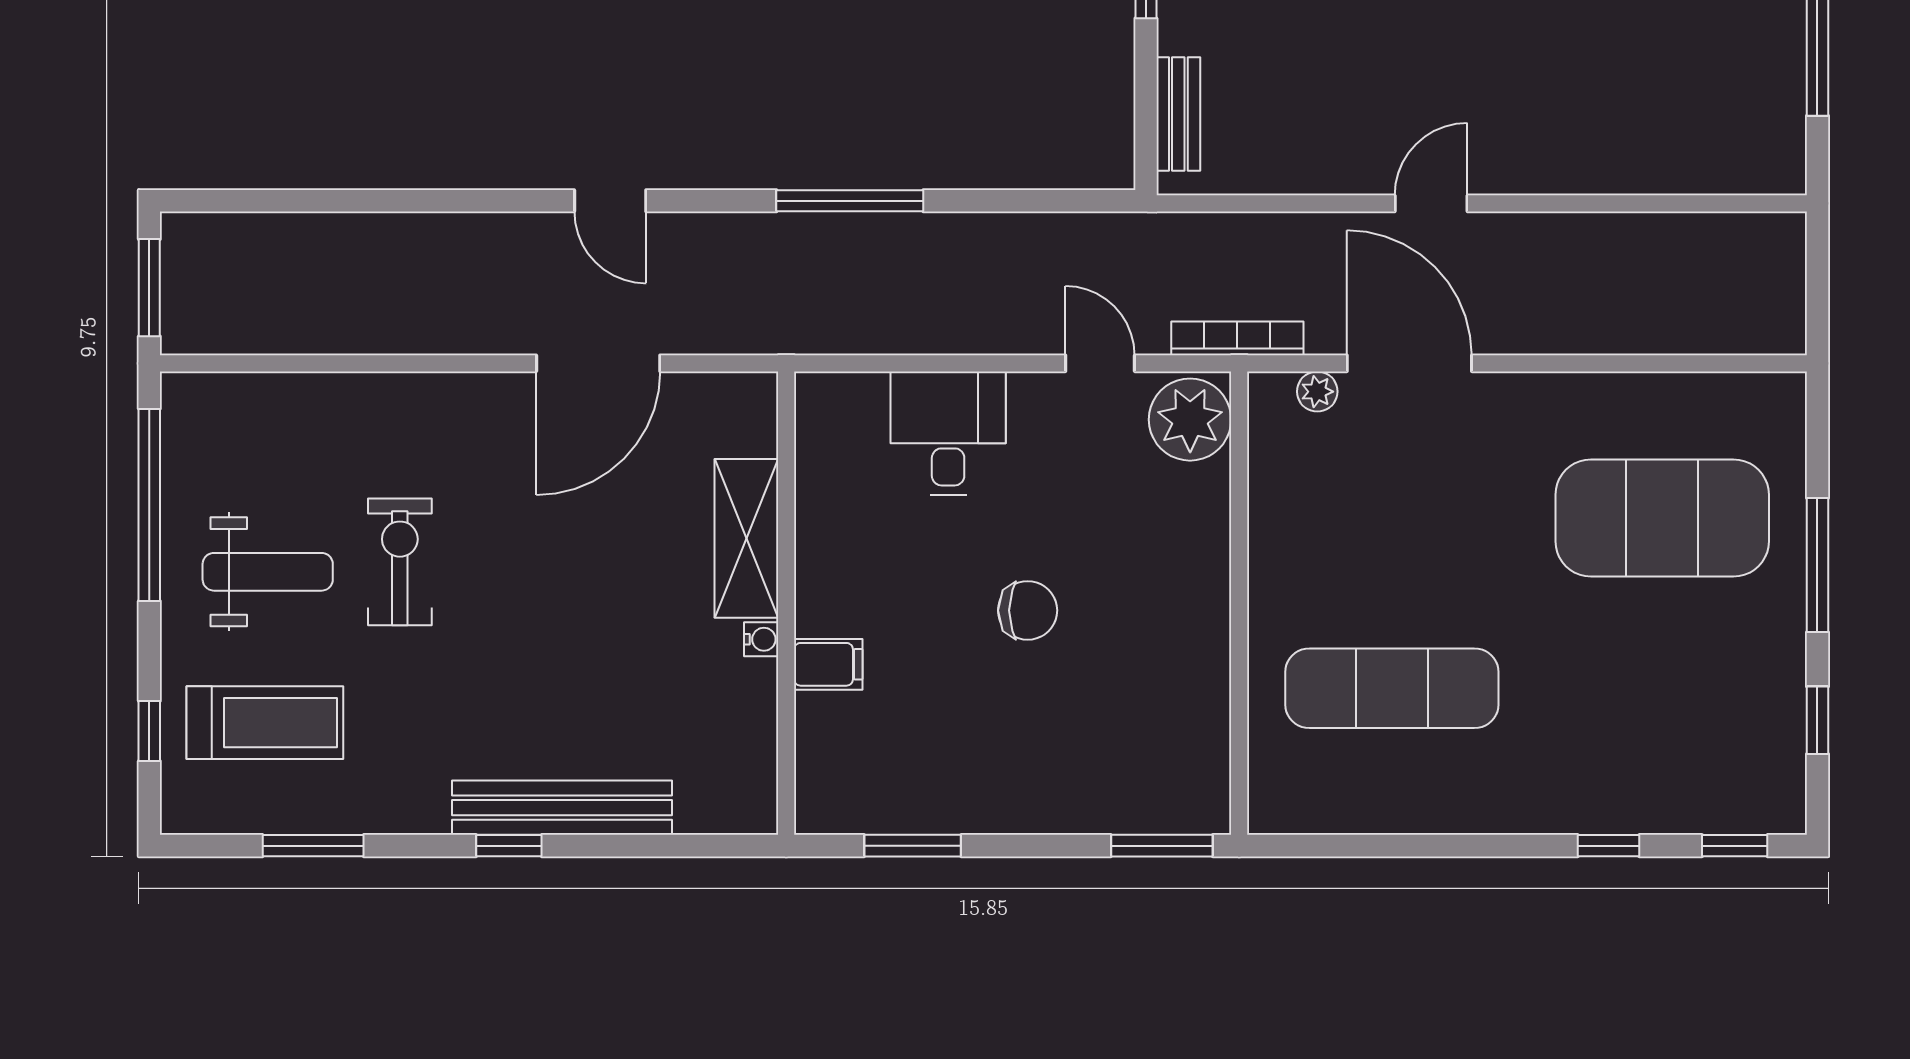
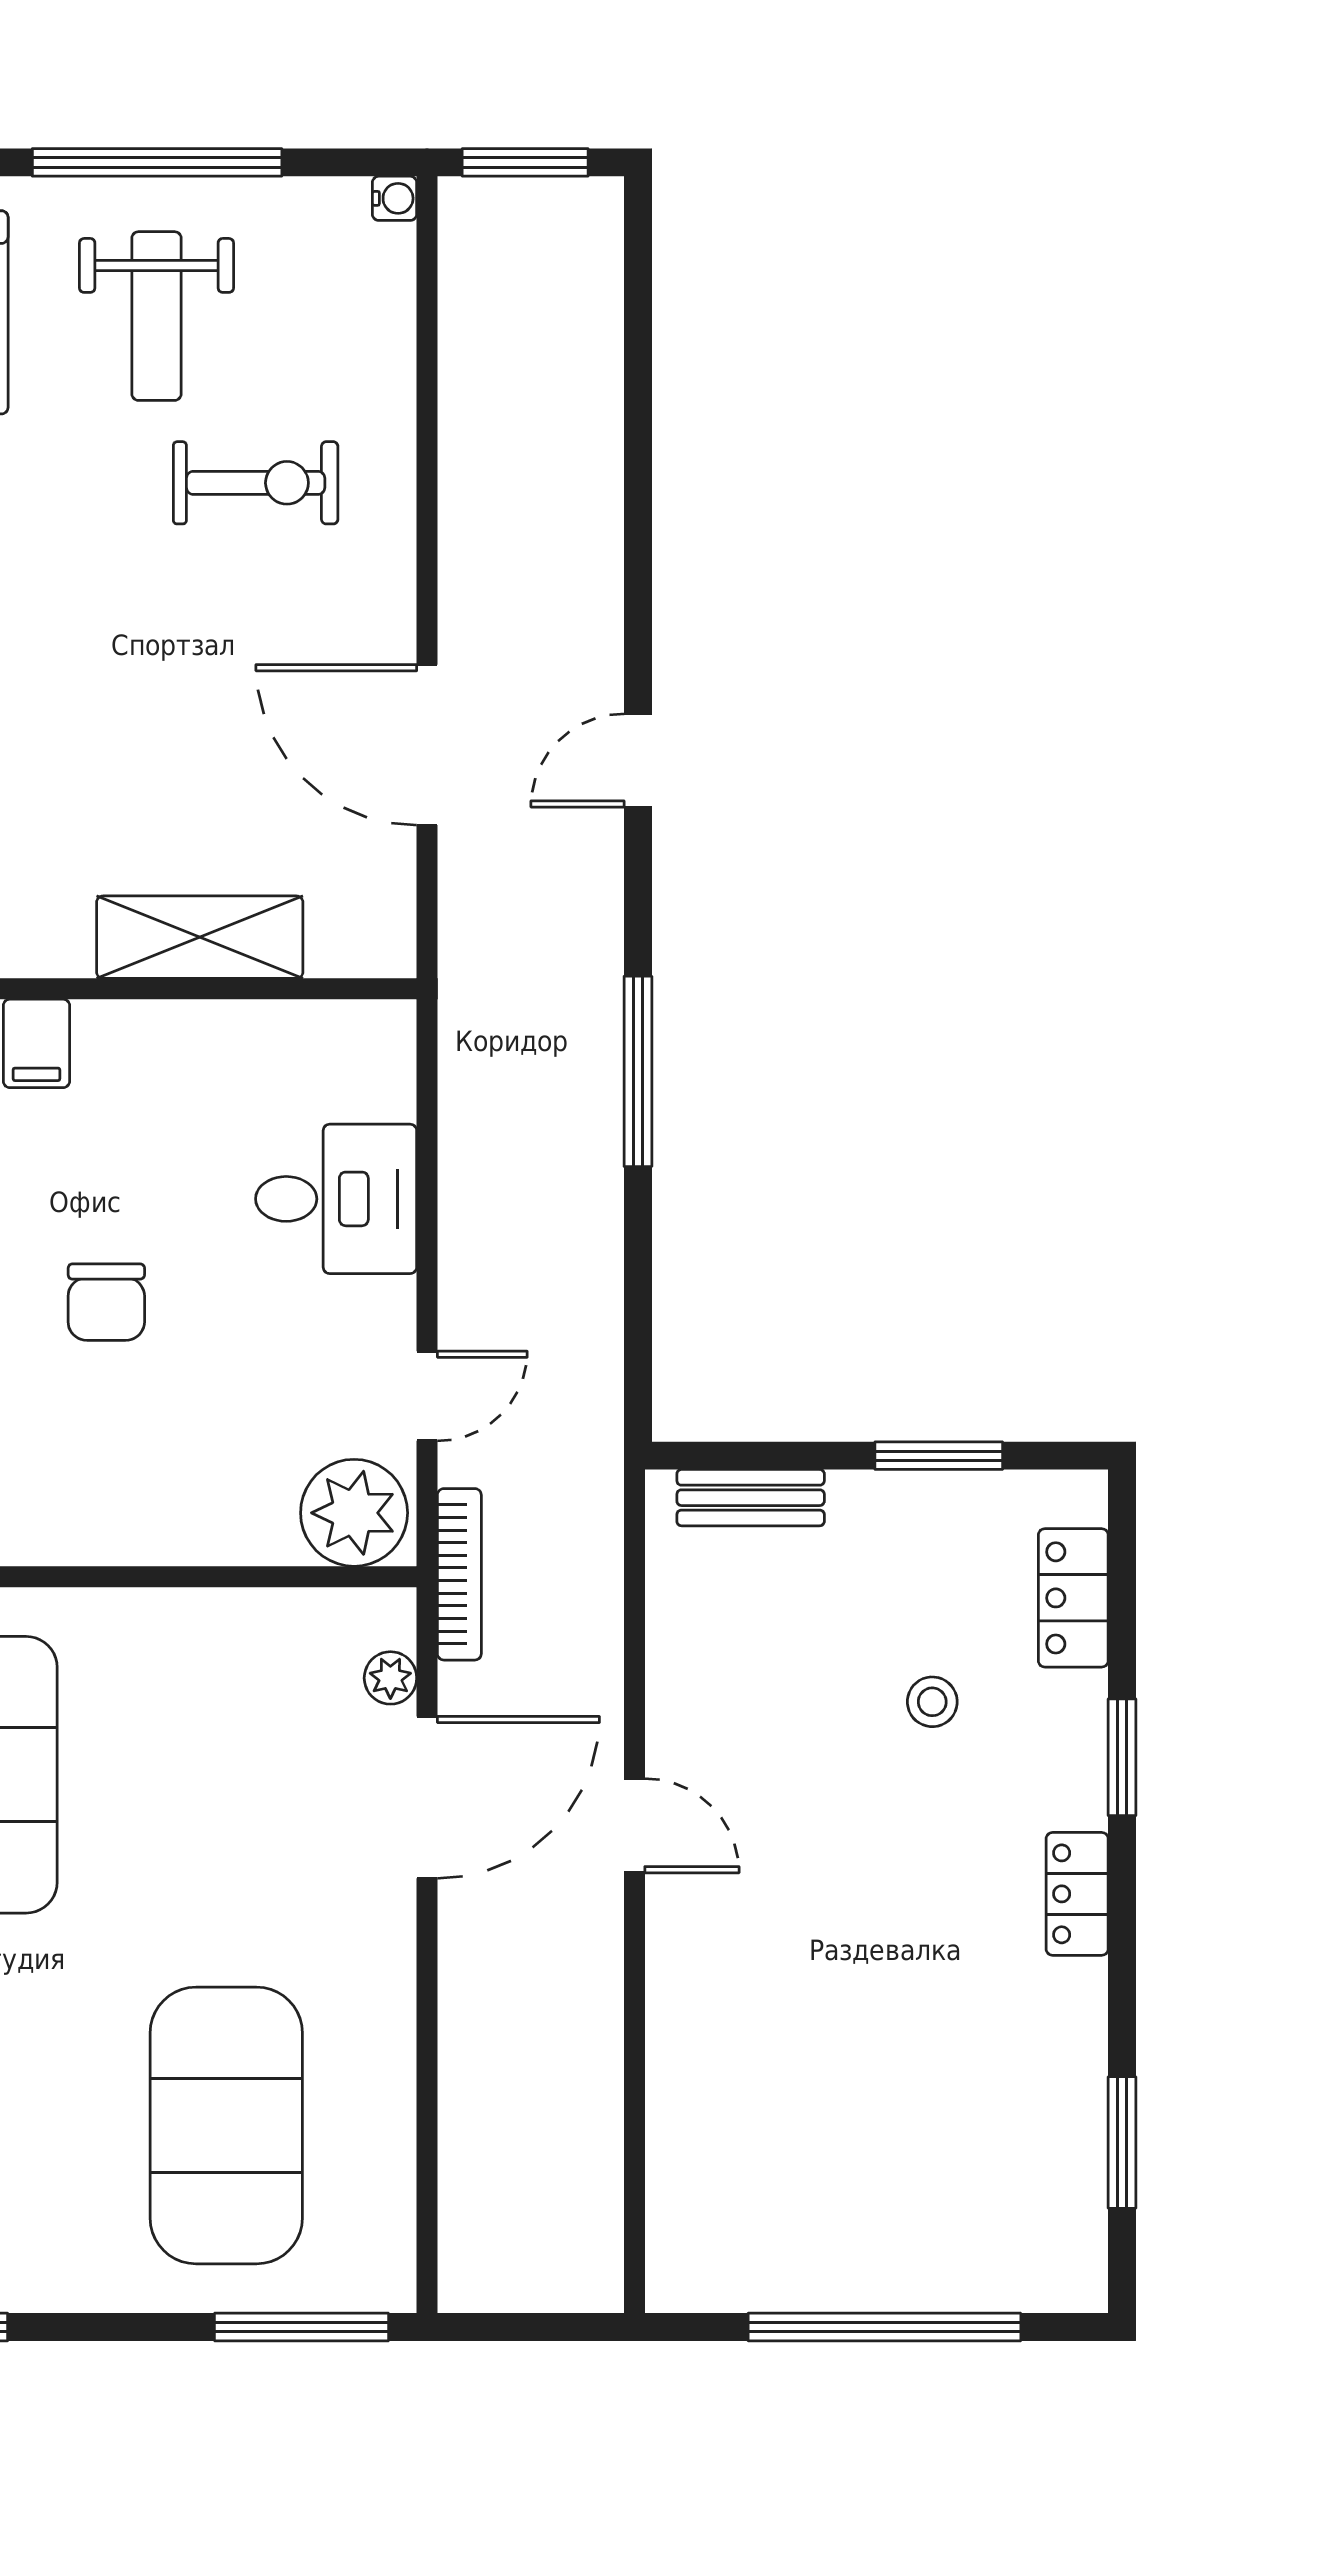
window: (149, 505) -> (157, 162), moved
exercise bike: (400, 562) -> (256, 483), moved
window: (1817, 565) -> (301, 2327), moved
water cooler: (761, 639) -> (395, 198), moved, turned -90

